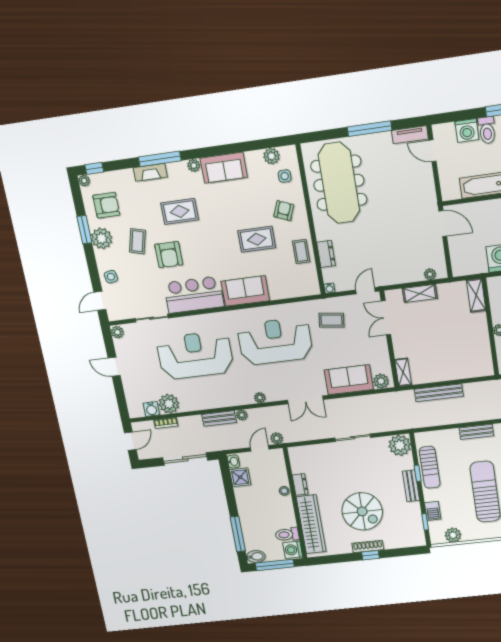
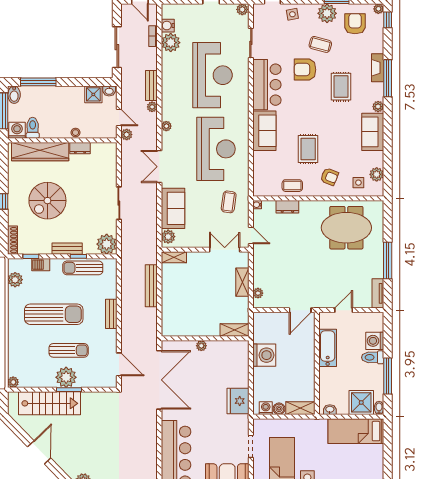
door: (433, 151) -> (344, 310), moved
meeting table: (339, 183) -> (346, 228), width x0.73
armchair: (106, 205) -> (355, 24), turned 180
shoe rack: (368, 546) -> (13, 240), moved

